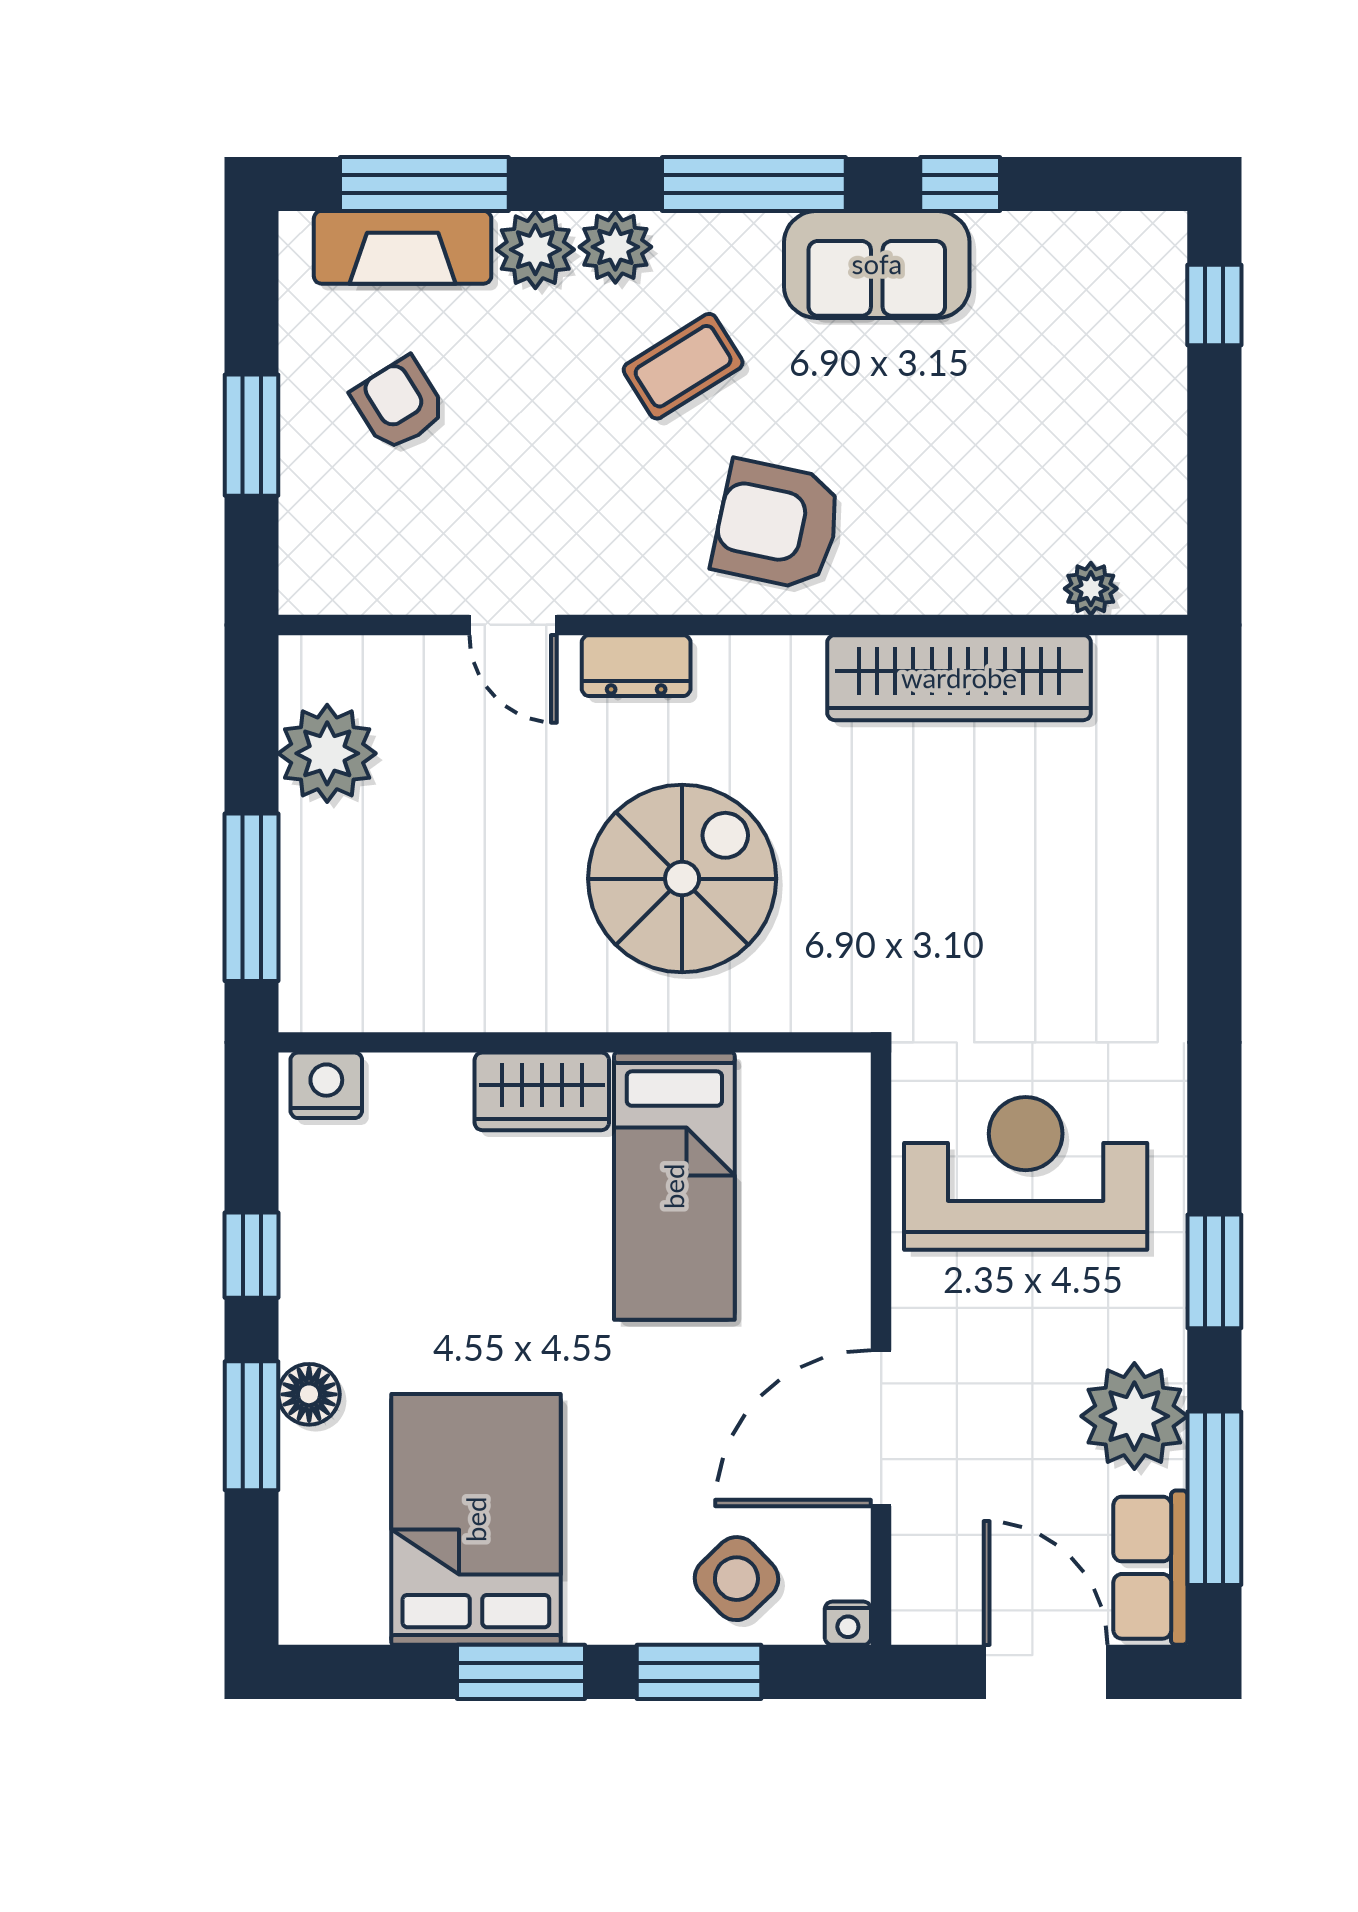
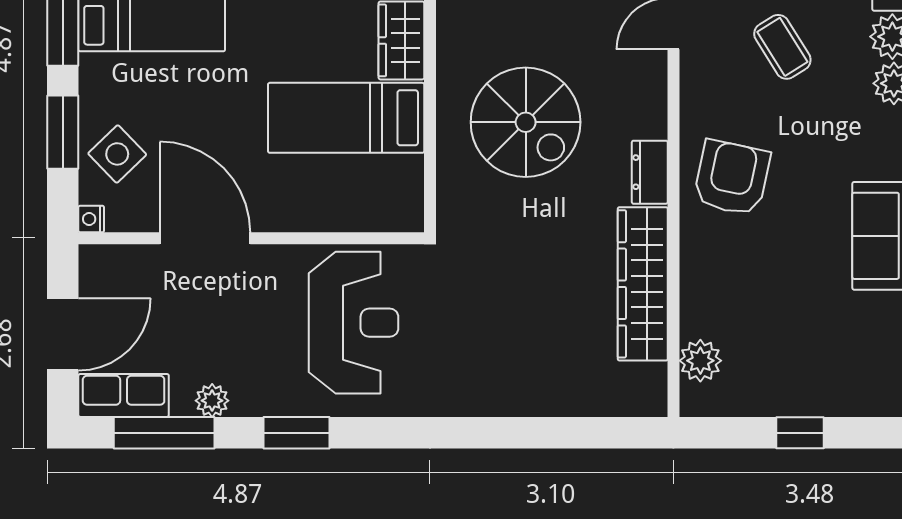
window: (1214, 305) -> (800, 433), moved
coffee table: (683, 366) -> (782, 47), moved
plant: (1091, 589) -> (700, 361), width x1.38, depth x1.38
dresser: (636, 666) -> (650, 172), moved
plant: (1134, 1416) -> (212, 401), width x0.53, depth x0.53

